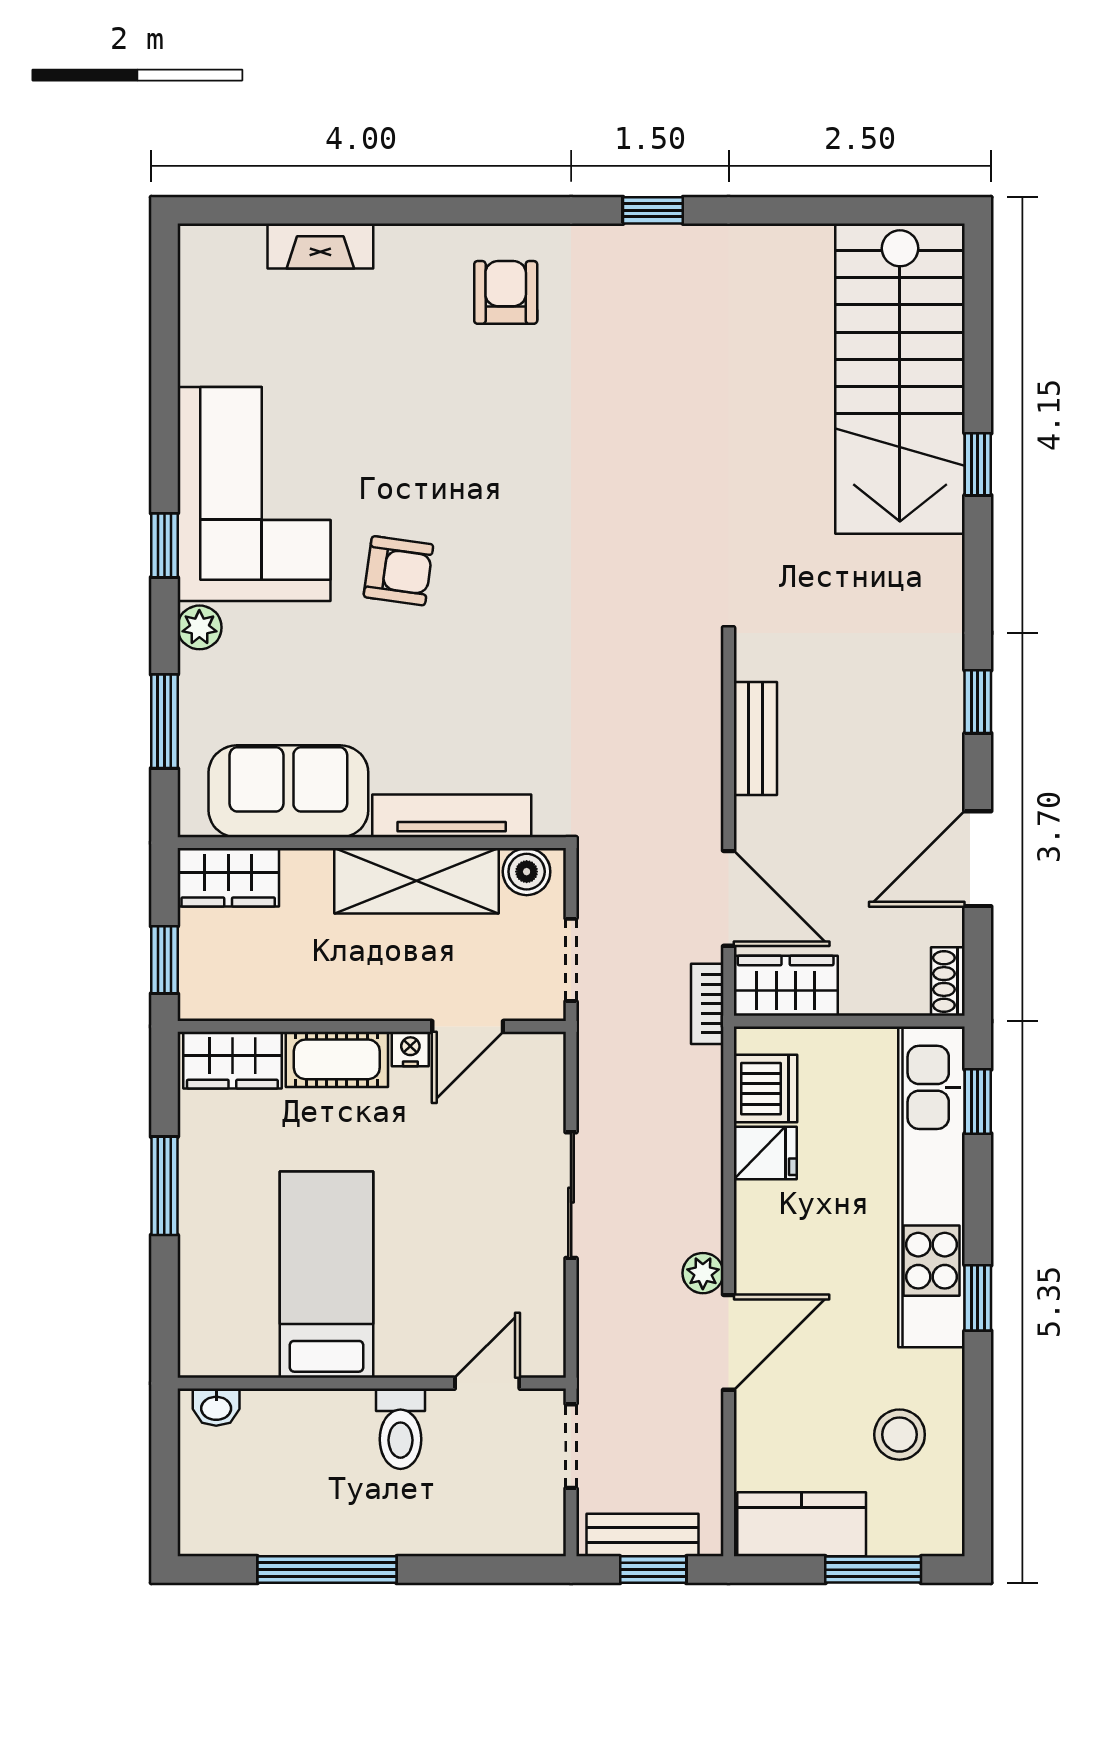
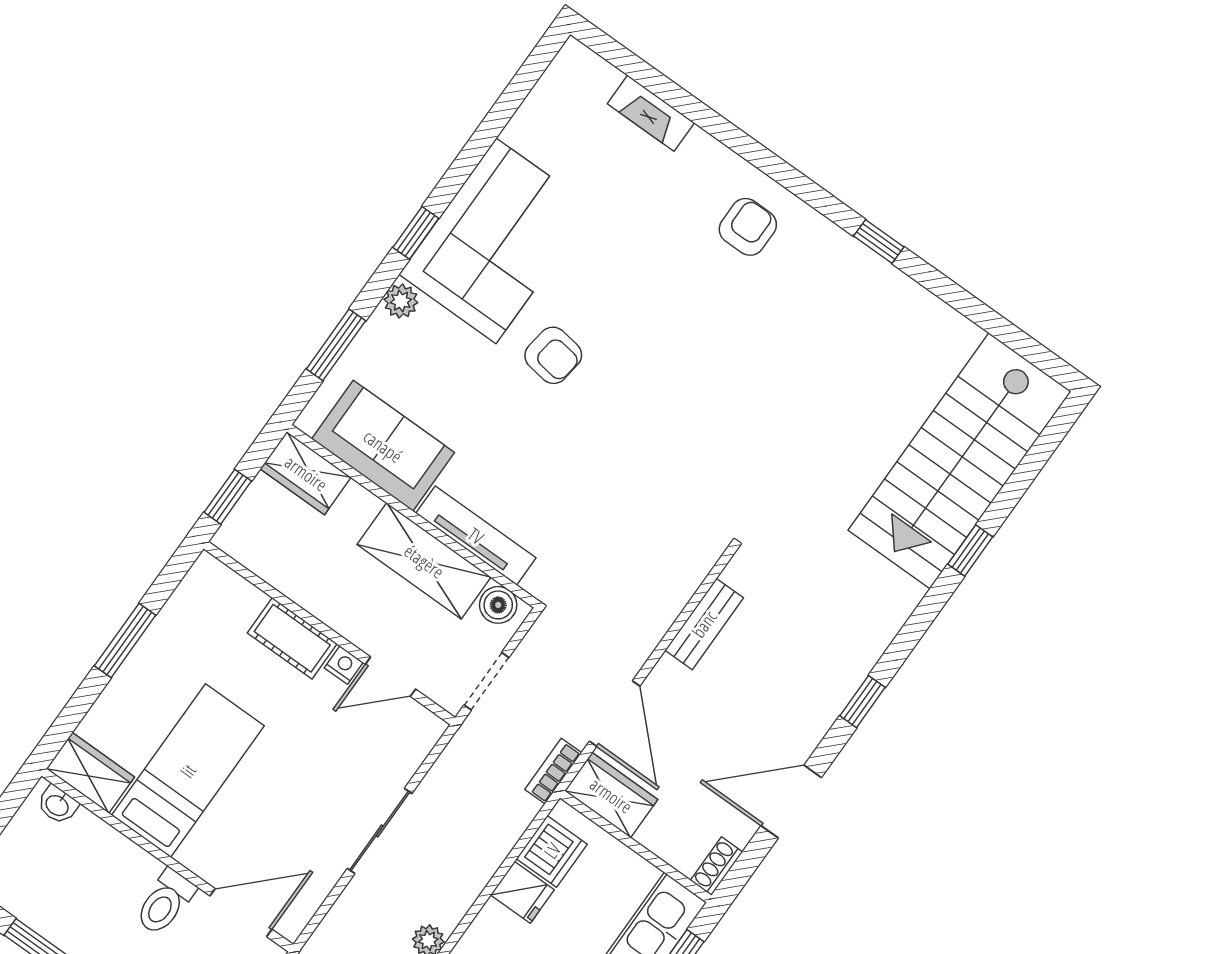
wardrobe: (232, 1060) -> (90, 773), moved, turned 180
door: (487, 1383) -> (241, 913), width x1.38

